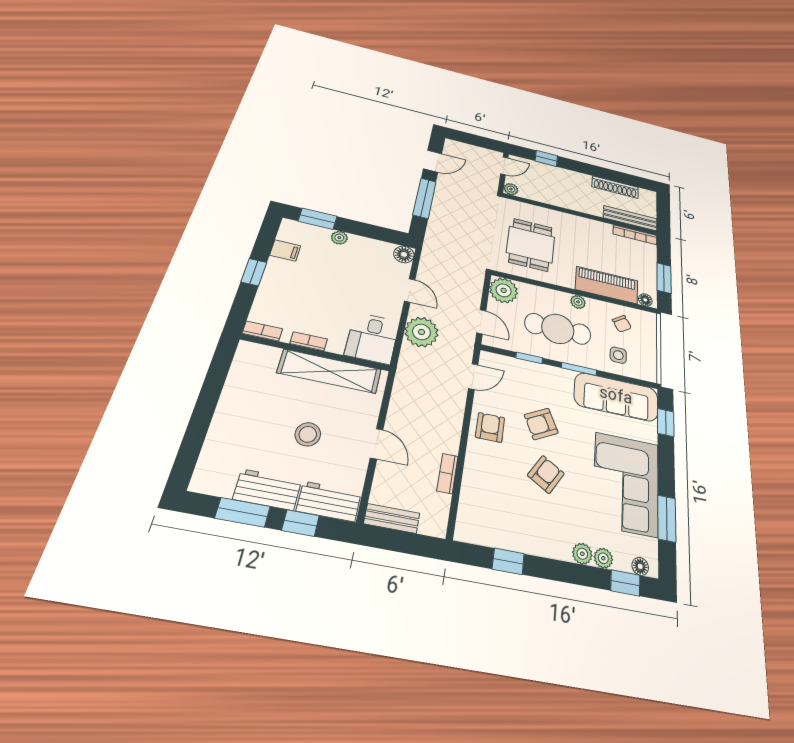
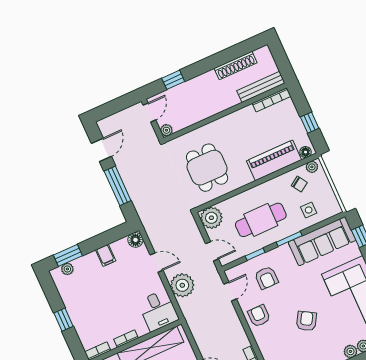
plant: (339, 238) -> (67, 269), moved
filing cabinet: (285, 251) -> (106, 255), moved, turned 90
window: (664, 278) -> (310, 123), width x0.67
plant: (578, 302) -> (312, 167), moved
armchair: (541, 424) -> (266, 278), moved, turned -63

